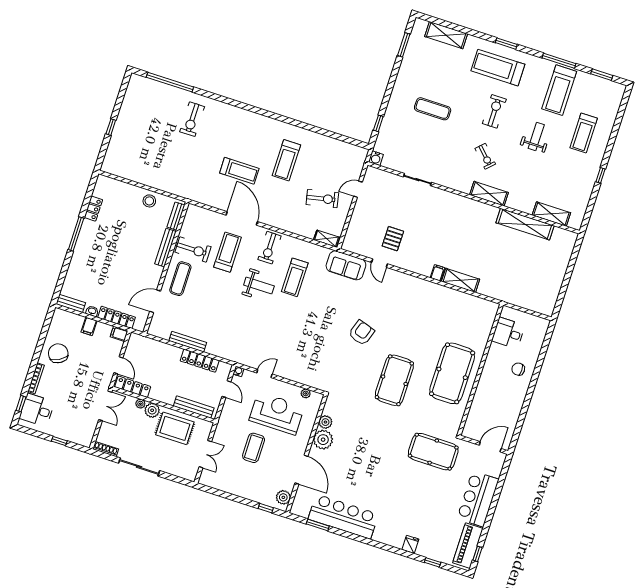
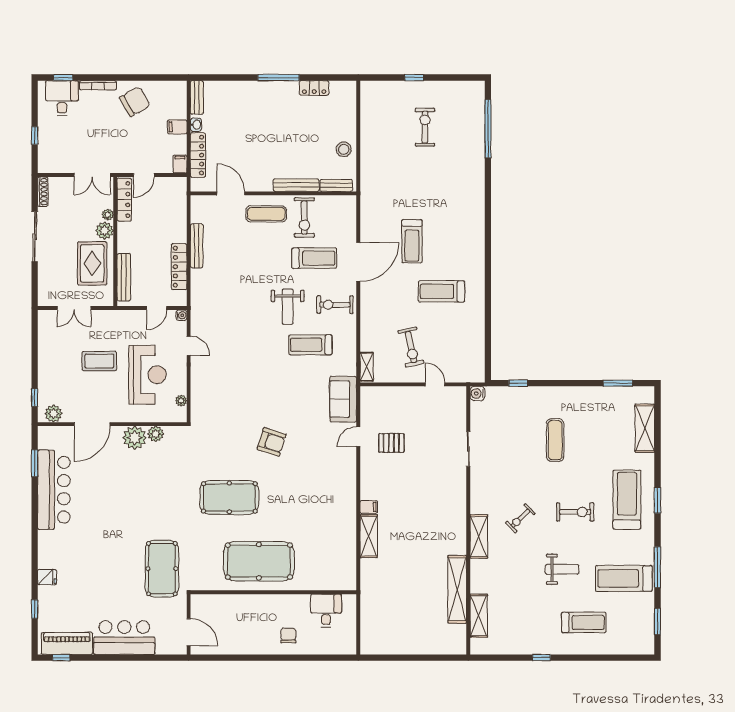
exercise bike: (192, 119) -> (425, 127), moved, turned 90
treadmill: (584, 133) -> (584, 622), turned 180

